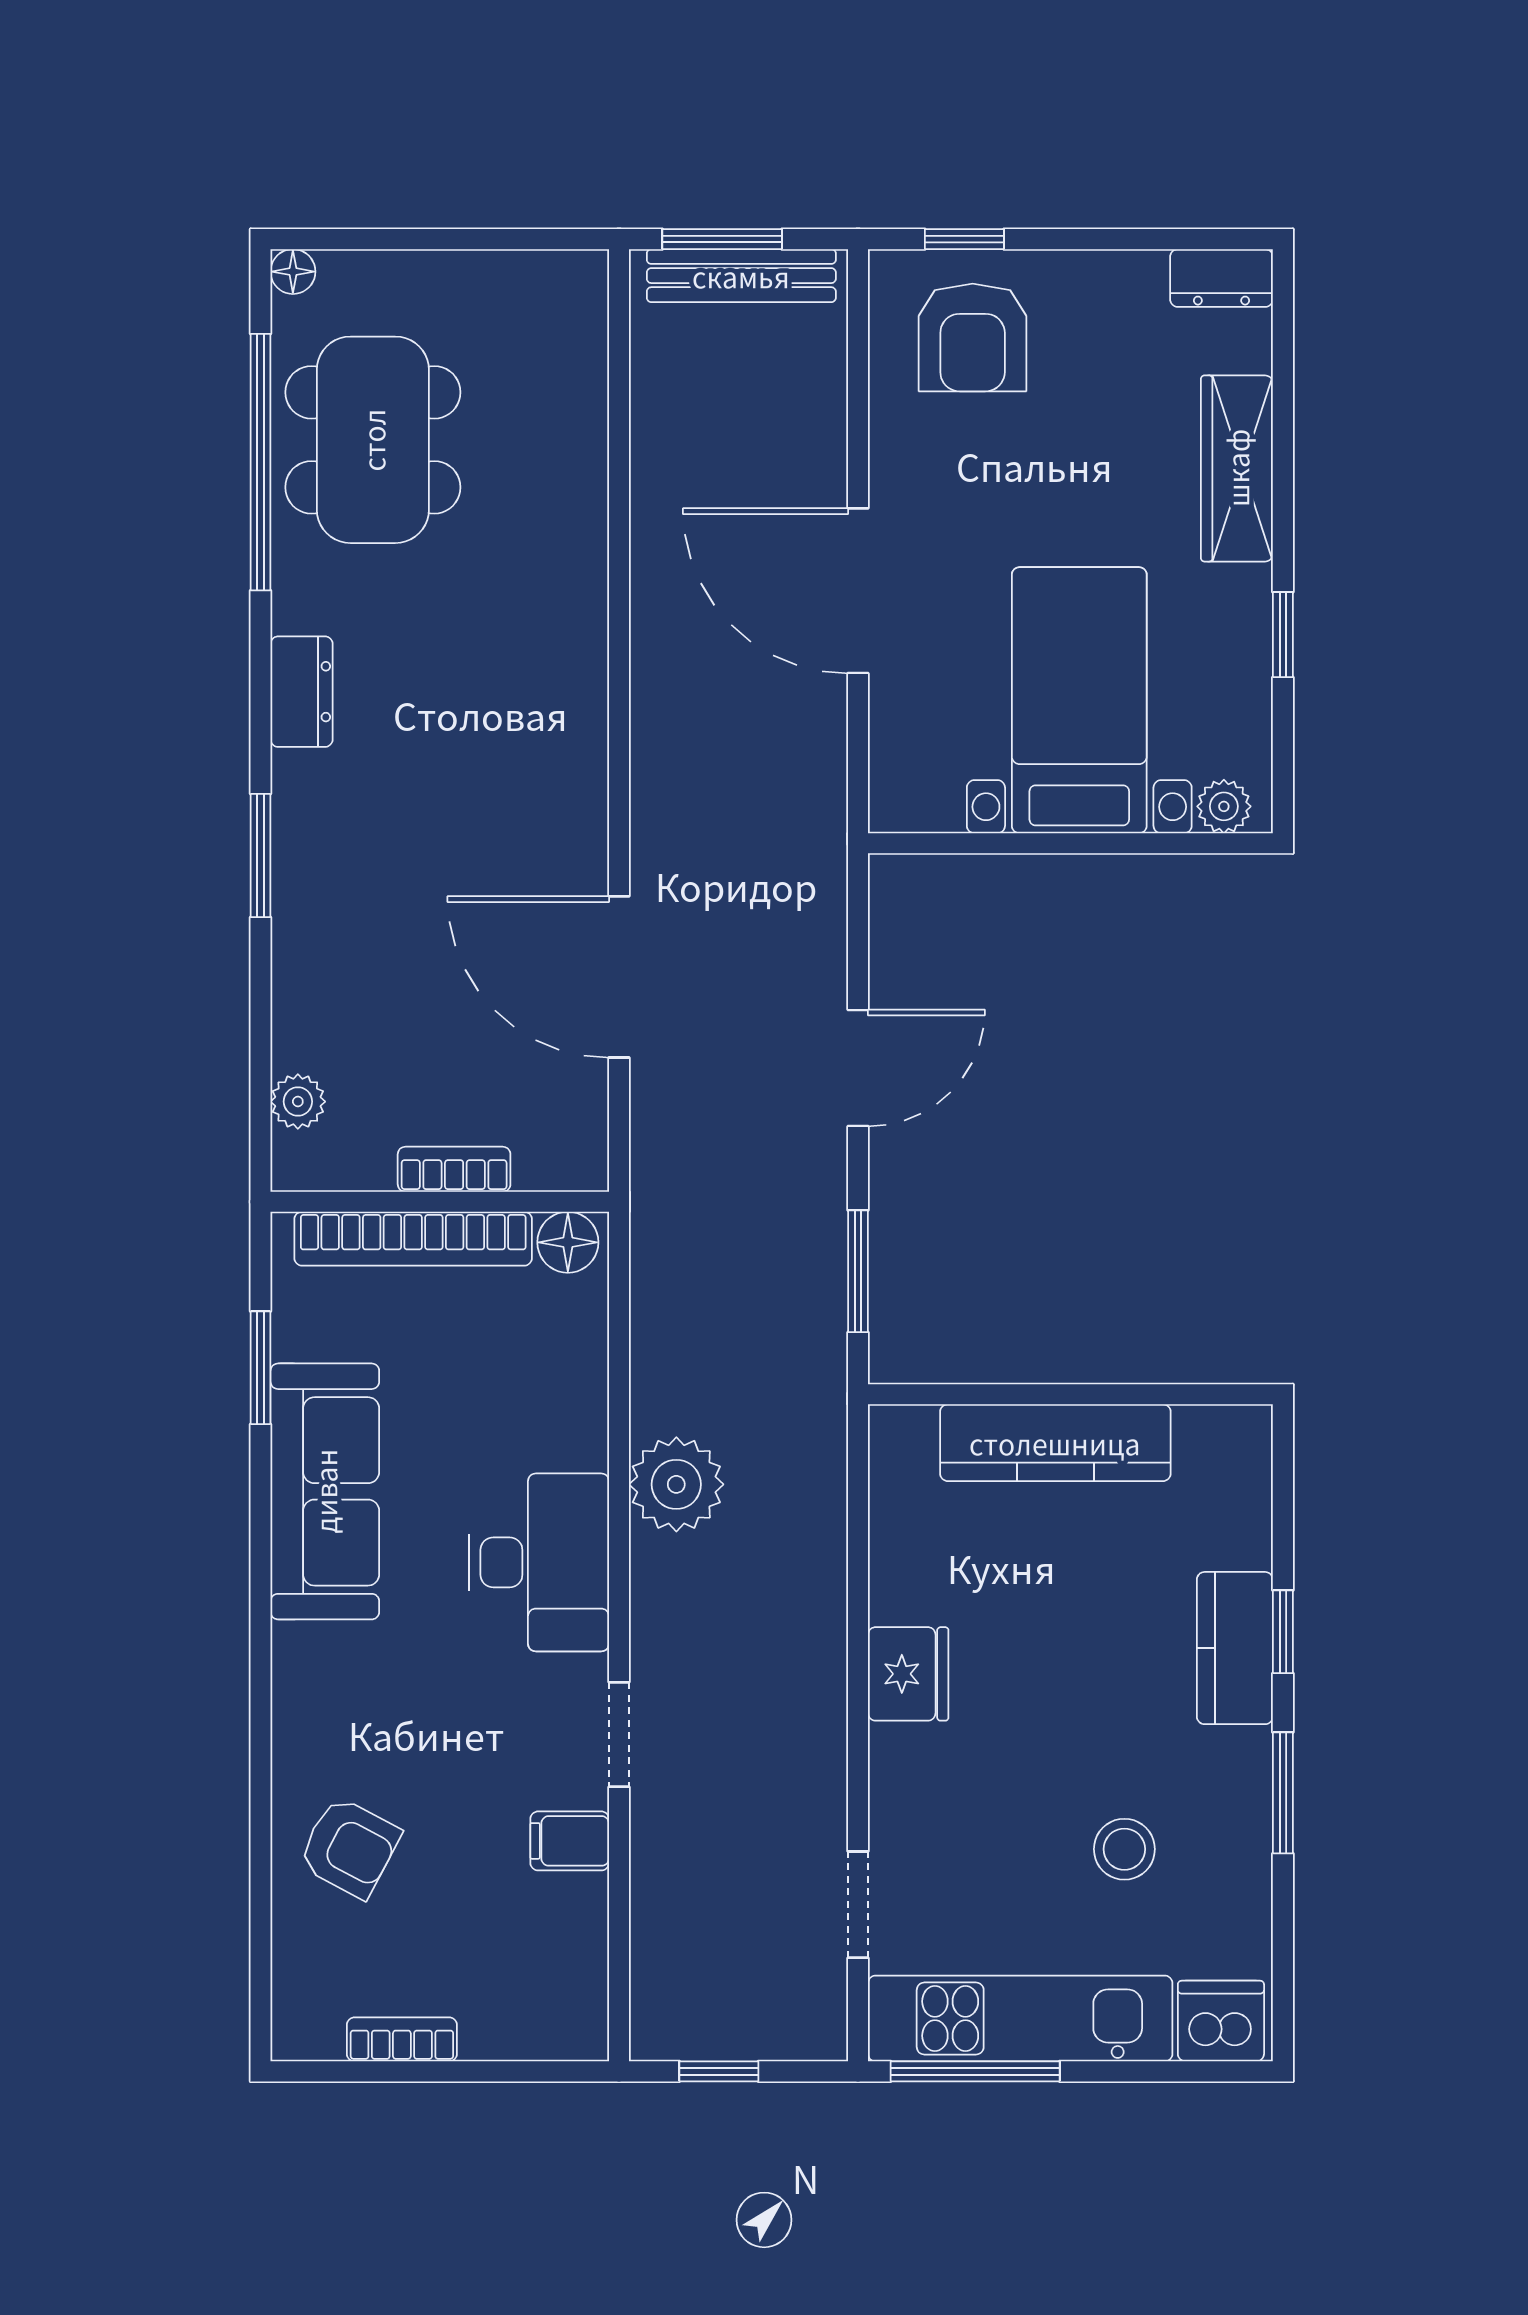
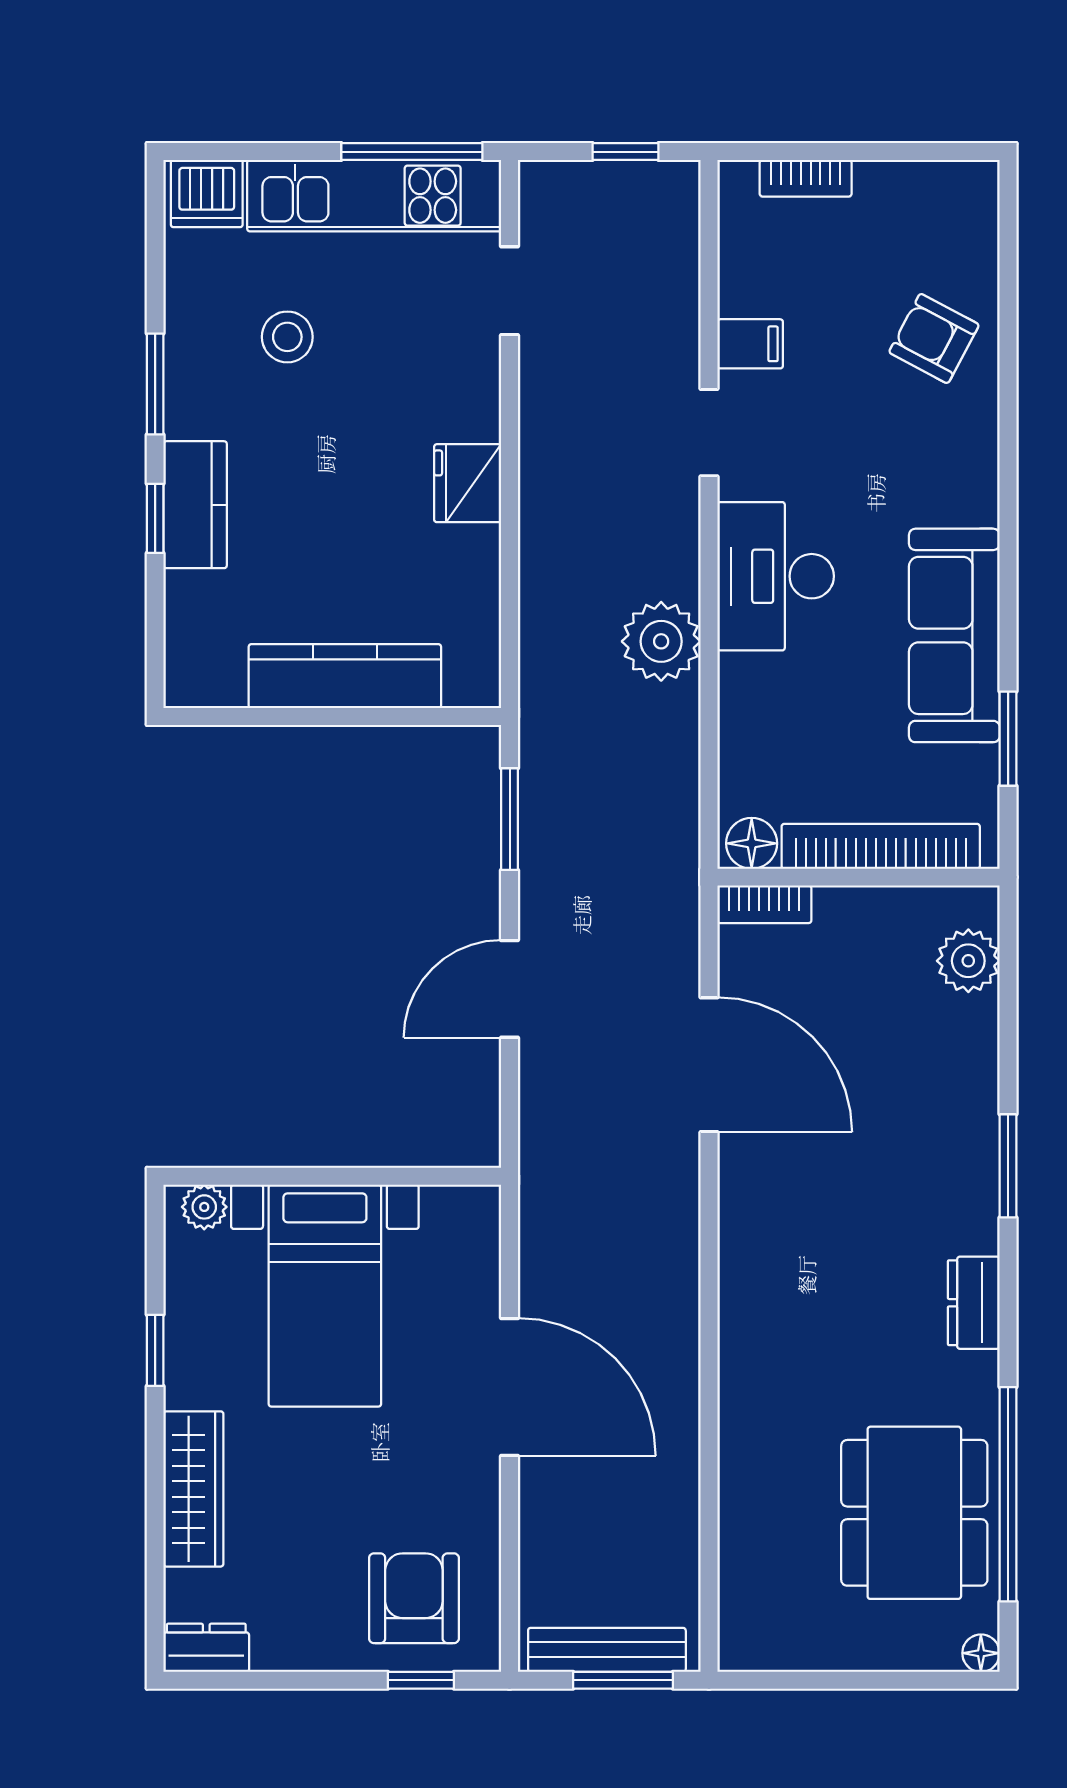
plant: (298, 1102) -> (968, 961), width x1.38, depth x1.38
bookcase: (454, 1169) -> (764, 904), moved
bookcase: (402, 2039) -> (806, 178), moved

